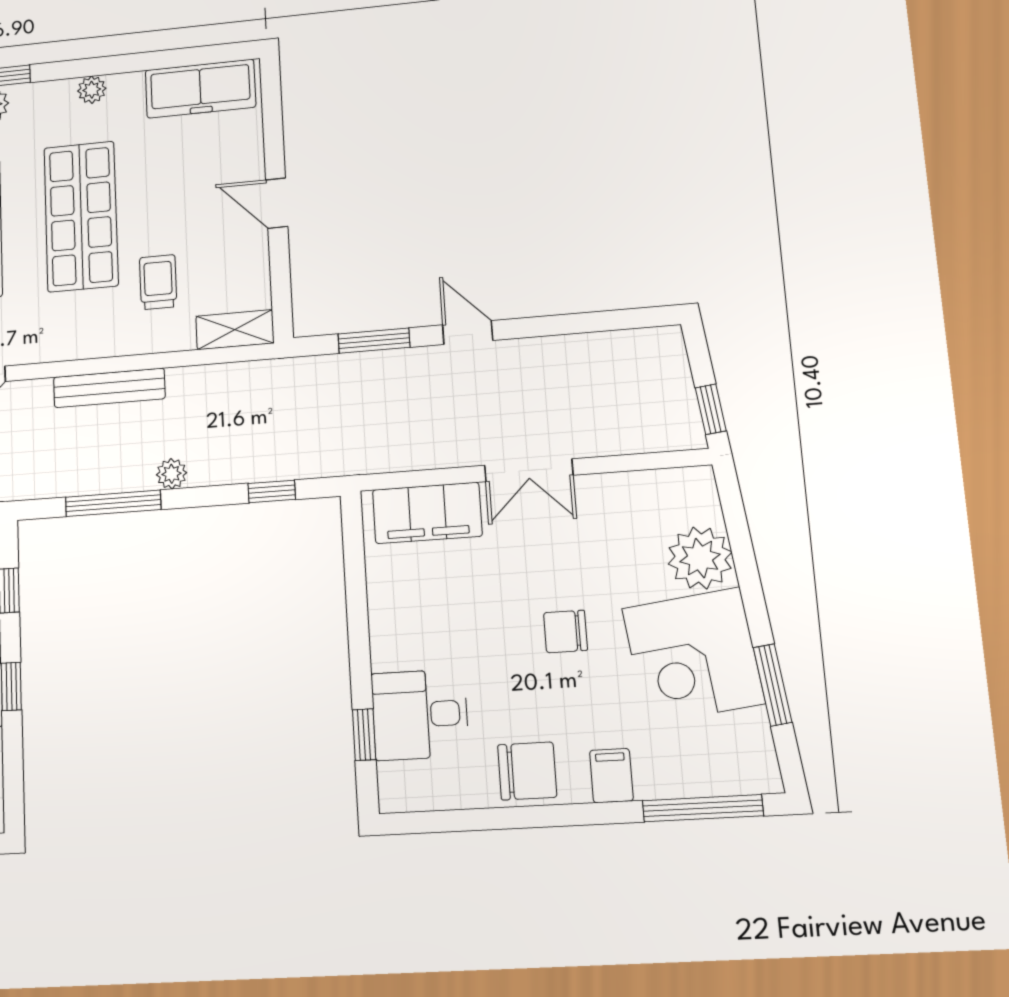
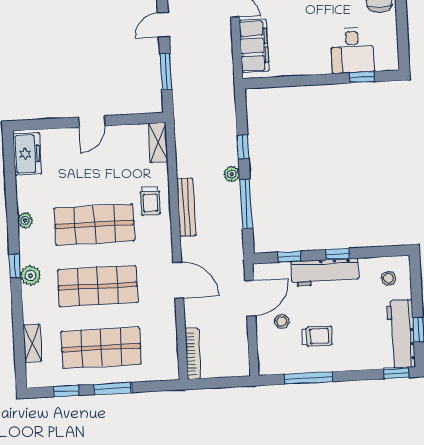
freezer: (200, 89) -> (27, 154), width x0.71
trolley: (158, 282) -> (150, 201), moved, turned -90
window: (272, 491) -> (243, 147), moved

